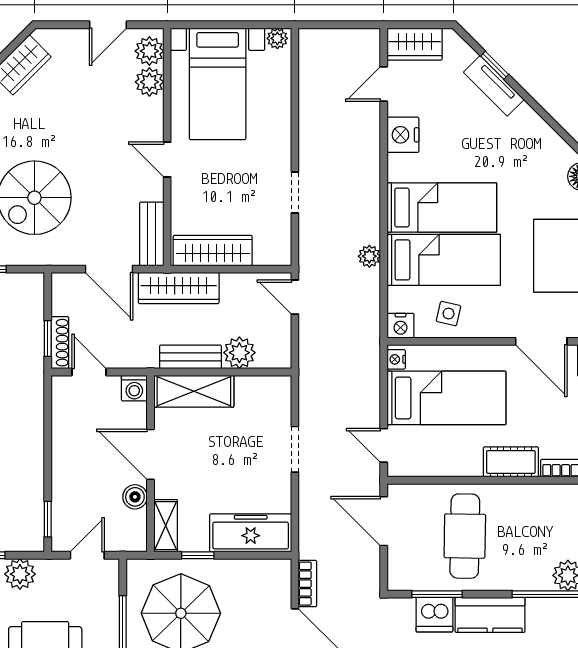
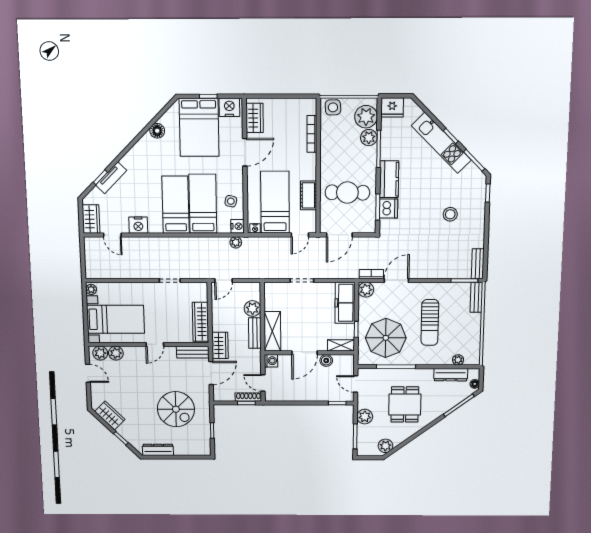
plant: (369, 256) -> (236, 242), moved
wardrobe: (179, 288) -> (220, 345), width x0.67
door: (89, 372) -> (263, 383), hinge flipped
cot: (511, 462) -> (308, 195), moved
plant: (277, 573) -> (366, 290), added

